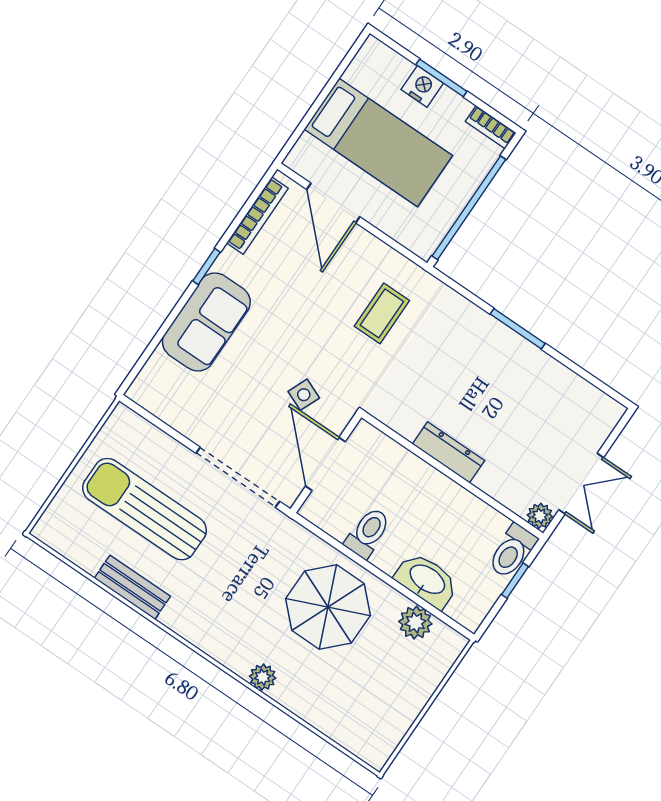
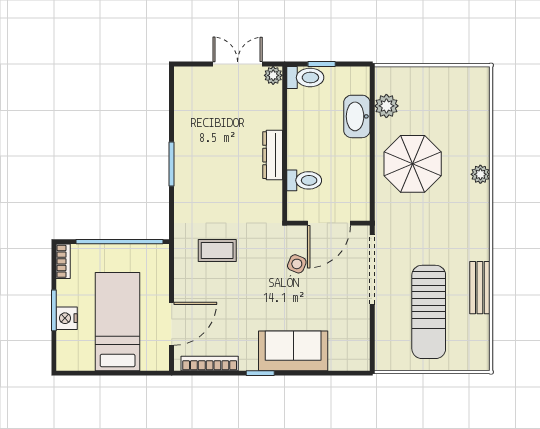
toilet: (368, 533) -> (304, 180), moved, turned 180

